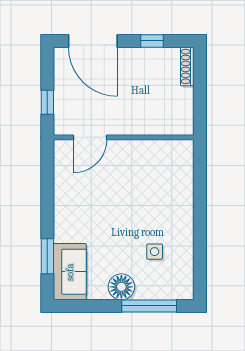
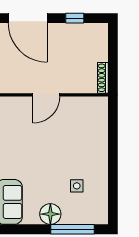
shoe rack: (187, 66) -> (103, 78), moved
door: (90, 137) -> (46, 95), moved

